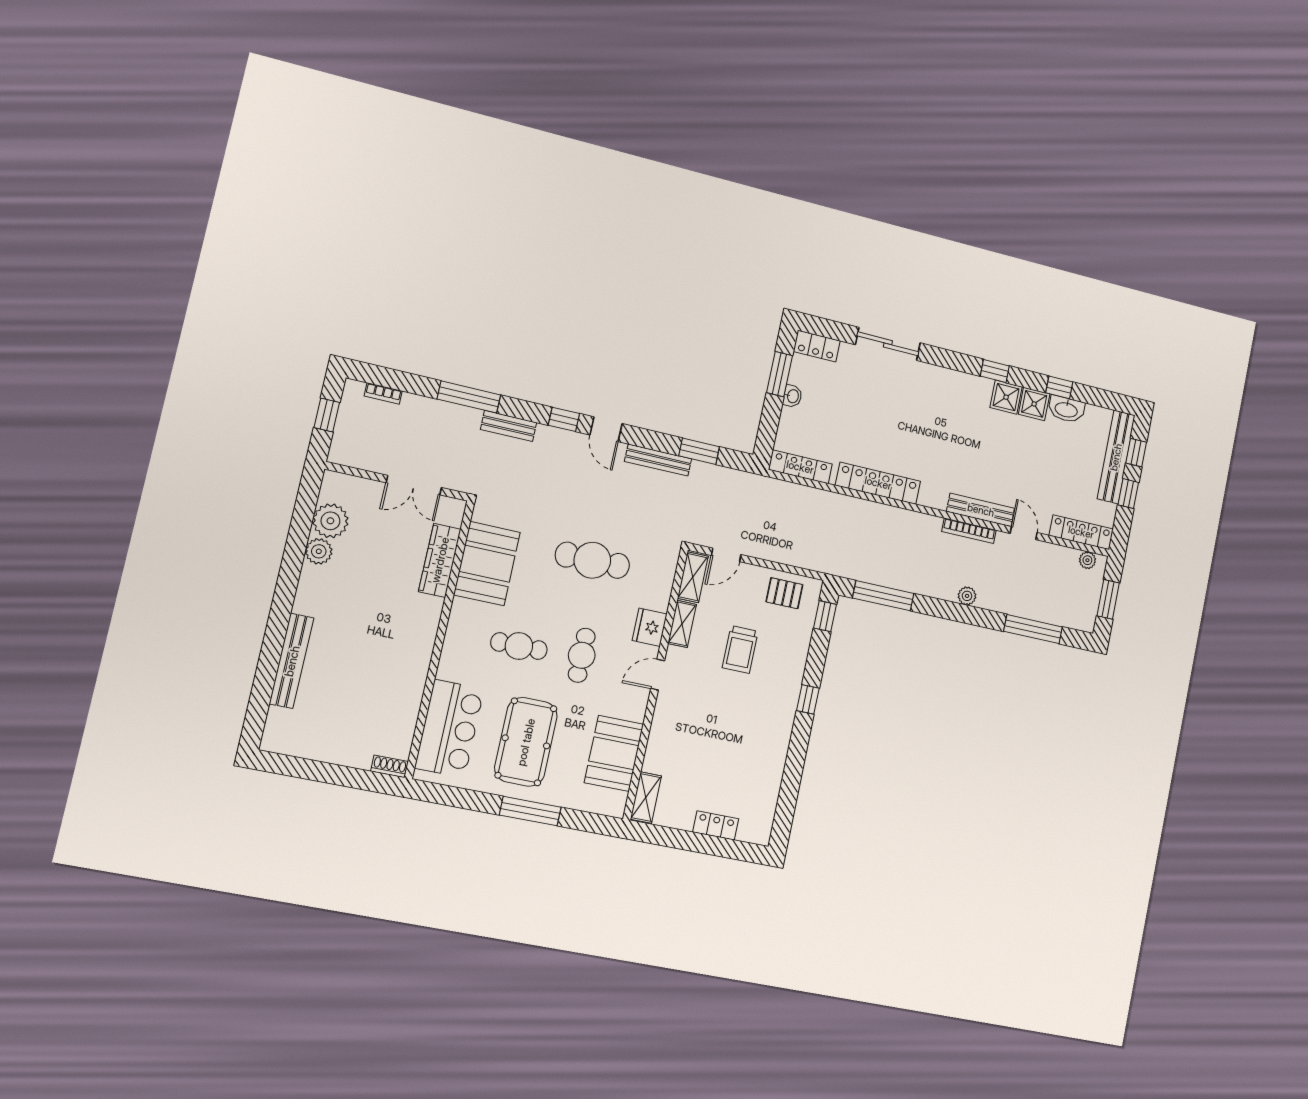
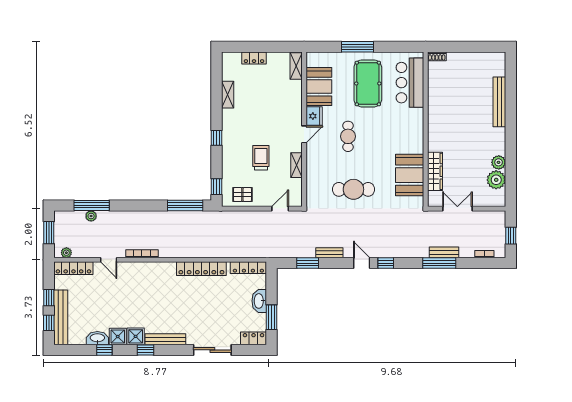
washbasin: (792, 396) -> (259, 301), width x1.91, depth x1.45
bench: (509, 426) -> (444, 252), moved
bench: (658, 460) -> (329, 253), width x0.73
bench: (981, 510) -> (165, 339), moved
shelving: (693, 577) -> (228, 95), moved
plant: (967, 596) -> (91, 216), moved
fridge: (650, 627) -> (314, 116), moved
cafe table: (519, 646) -> (383, 134), removed

